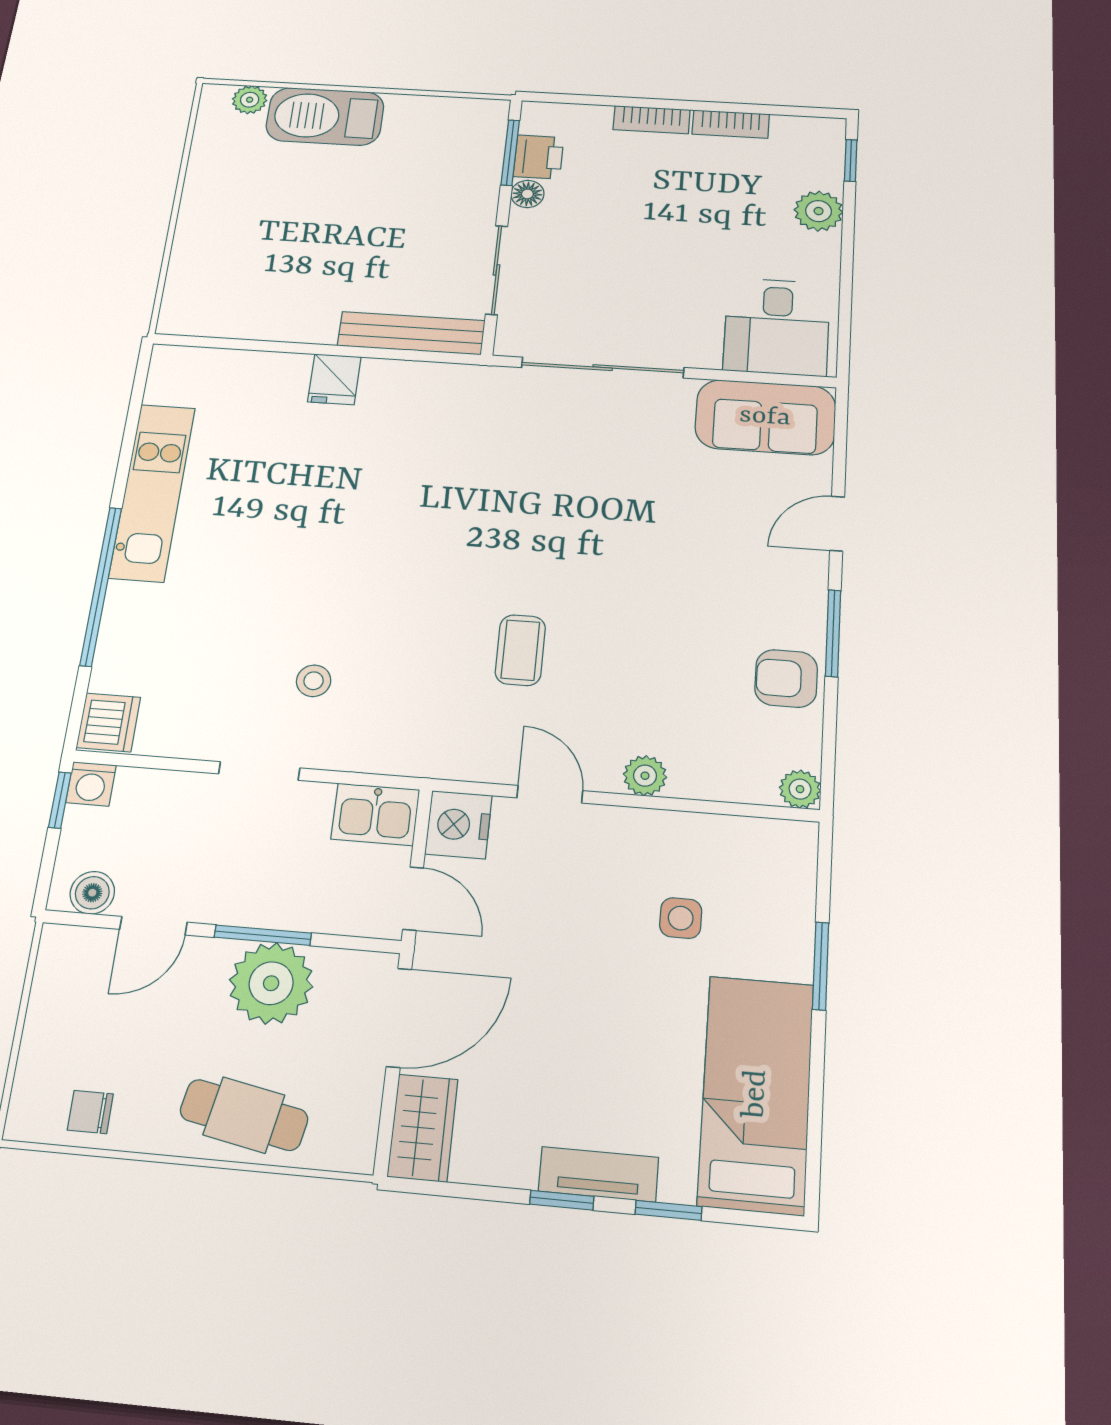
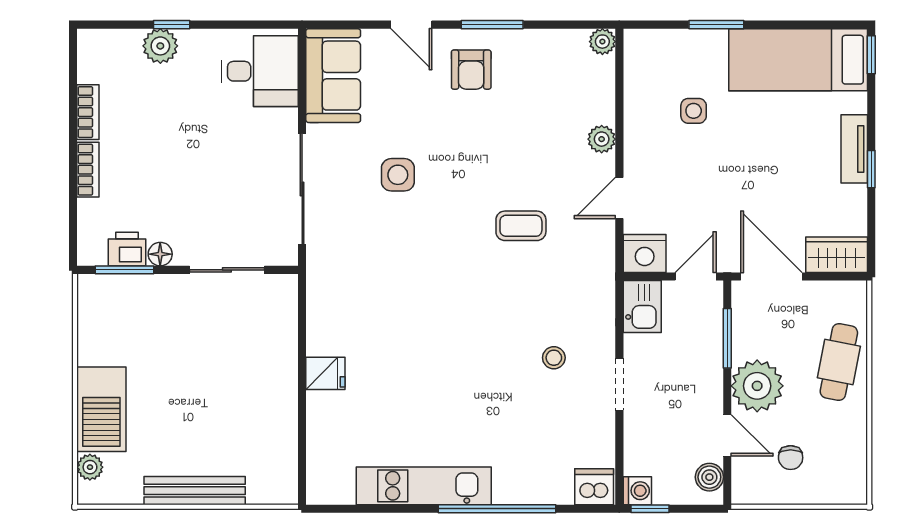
window: (851, 160) -> (172, 25), moved
bench: (411, 333) -> (195, 491), moved, turned 90
side table: (613, 490) -> (398, 175), added
armchair: (786, 678) -> (471, 70), moved
window: (263, 935) -> (727, 338), moved
plant: (271, 983) -> (757, 386), moved
chair: (90, 1112) -> (791, 458), moved
window: (669, 1210) -> (871, 55), moved

